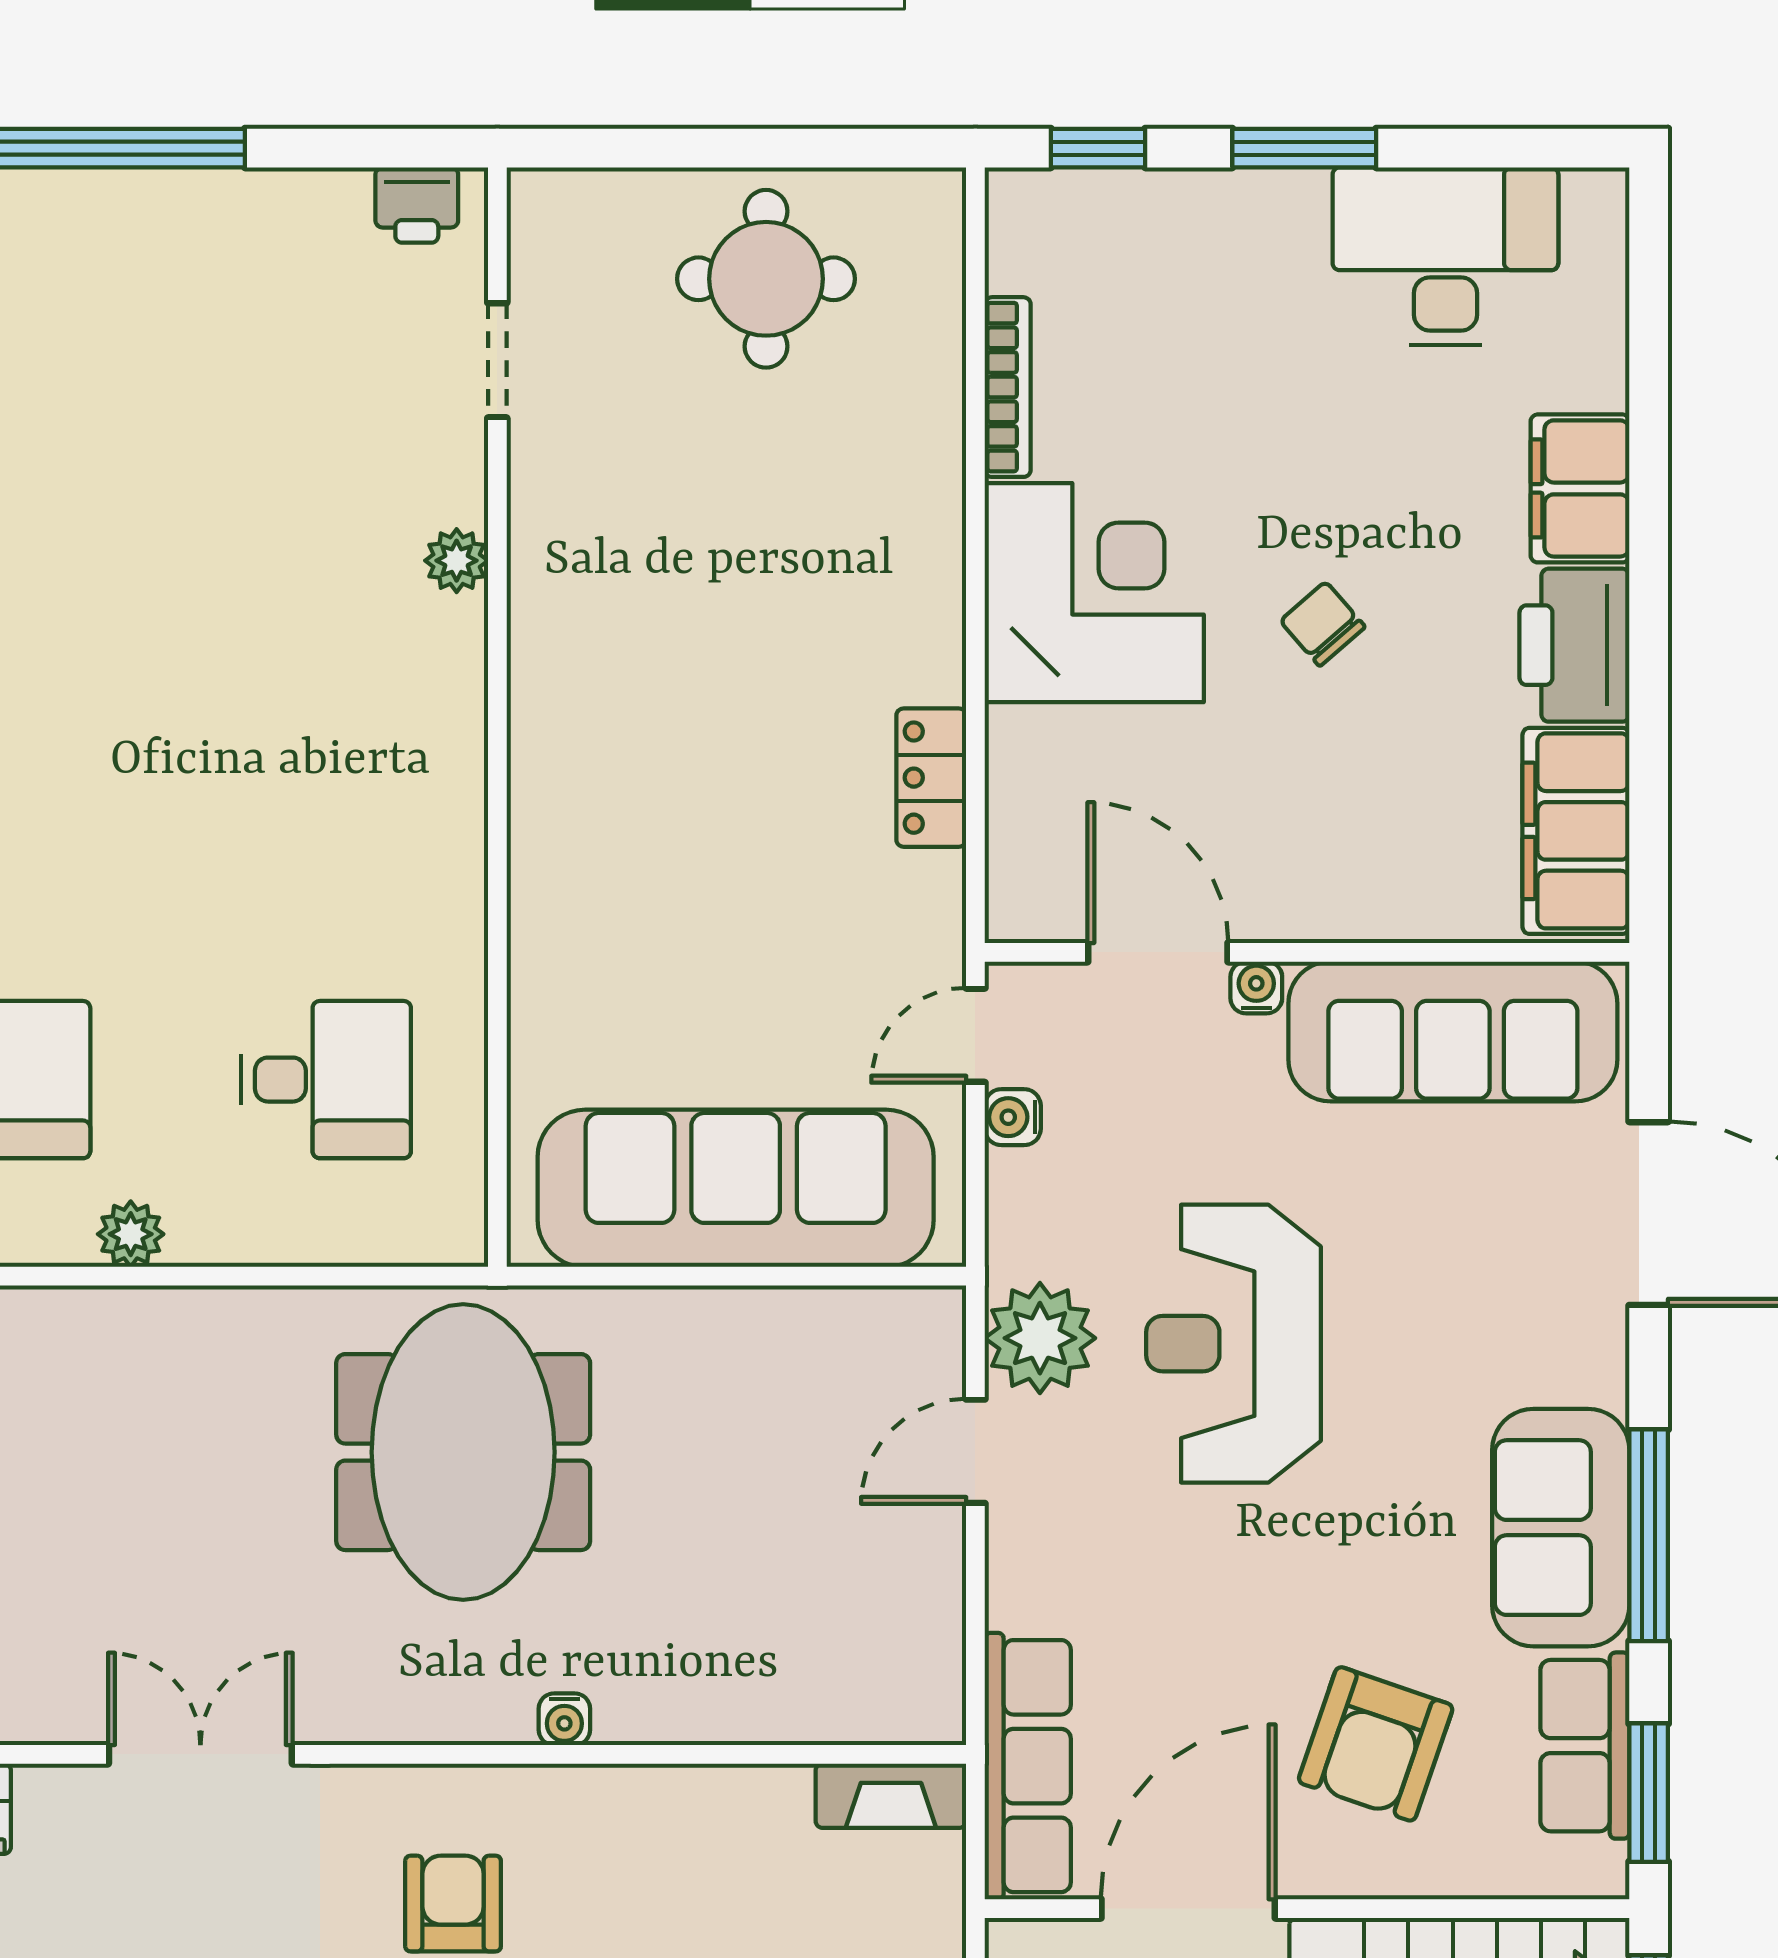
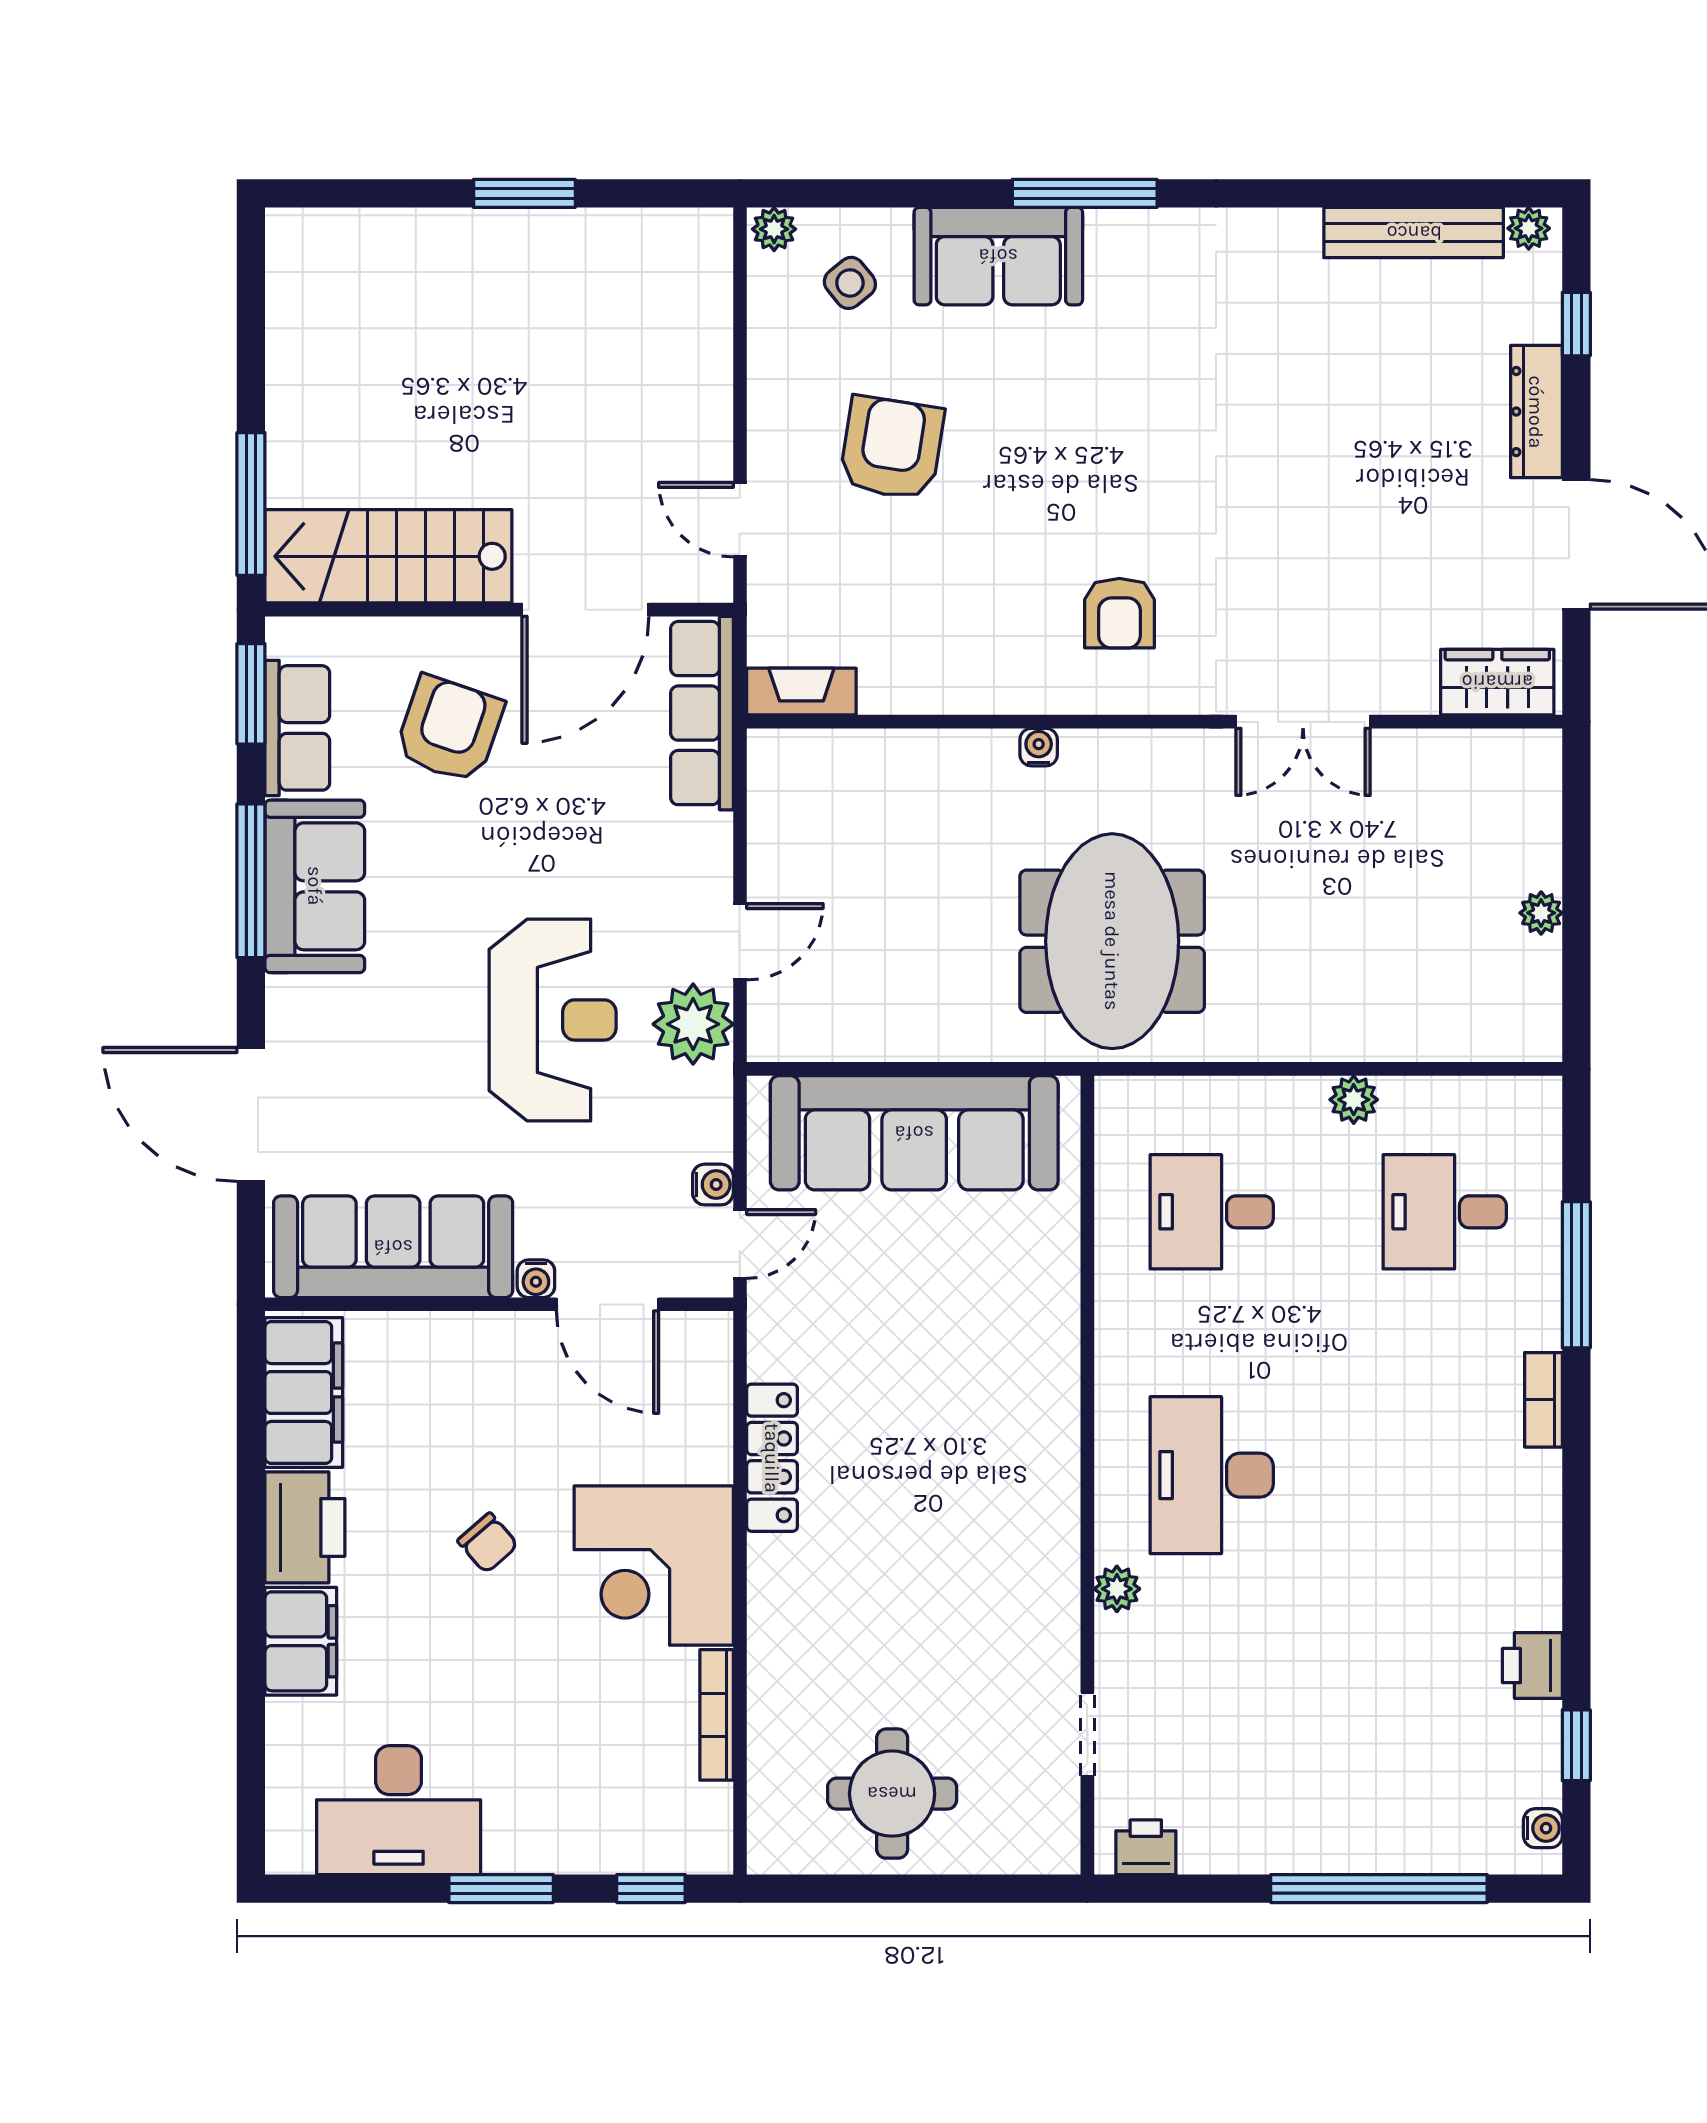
desk: (326, 717) -> (1212, 1475), added
locker: (931, 778) -> (772, 1458), width x1.53

